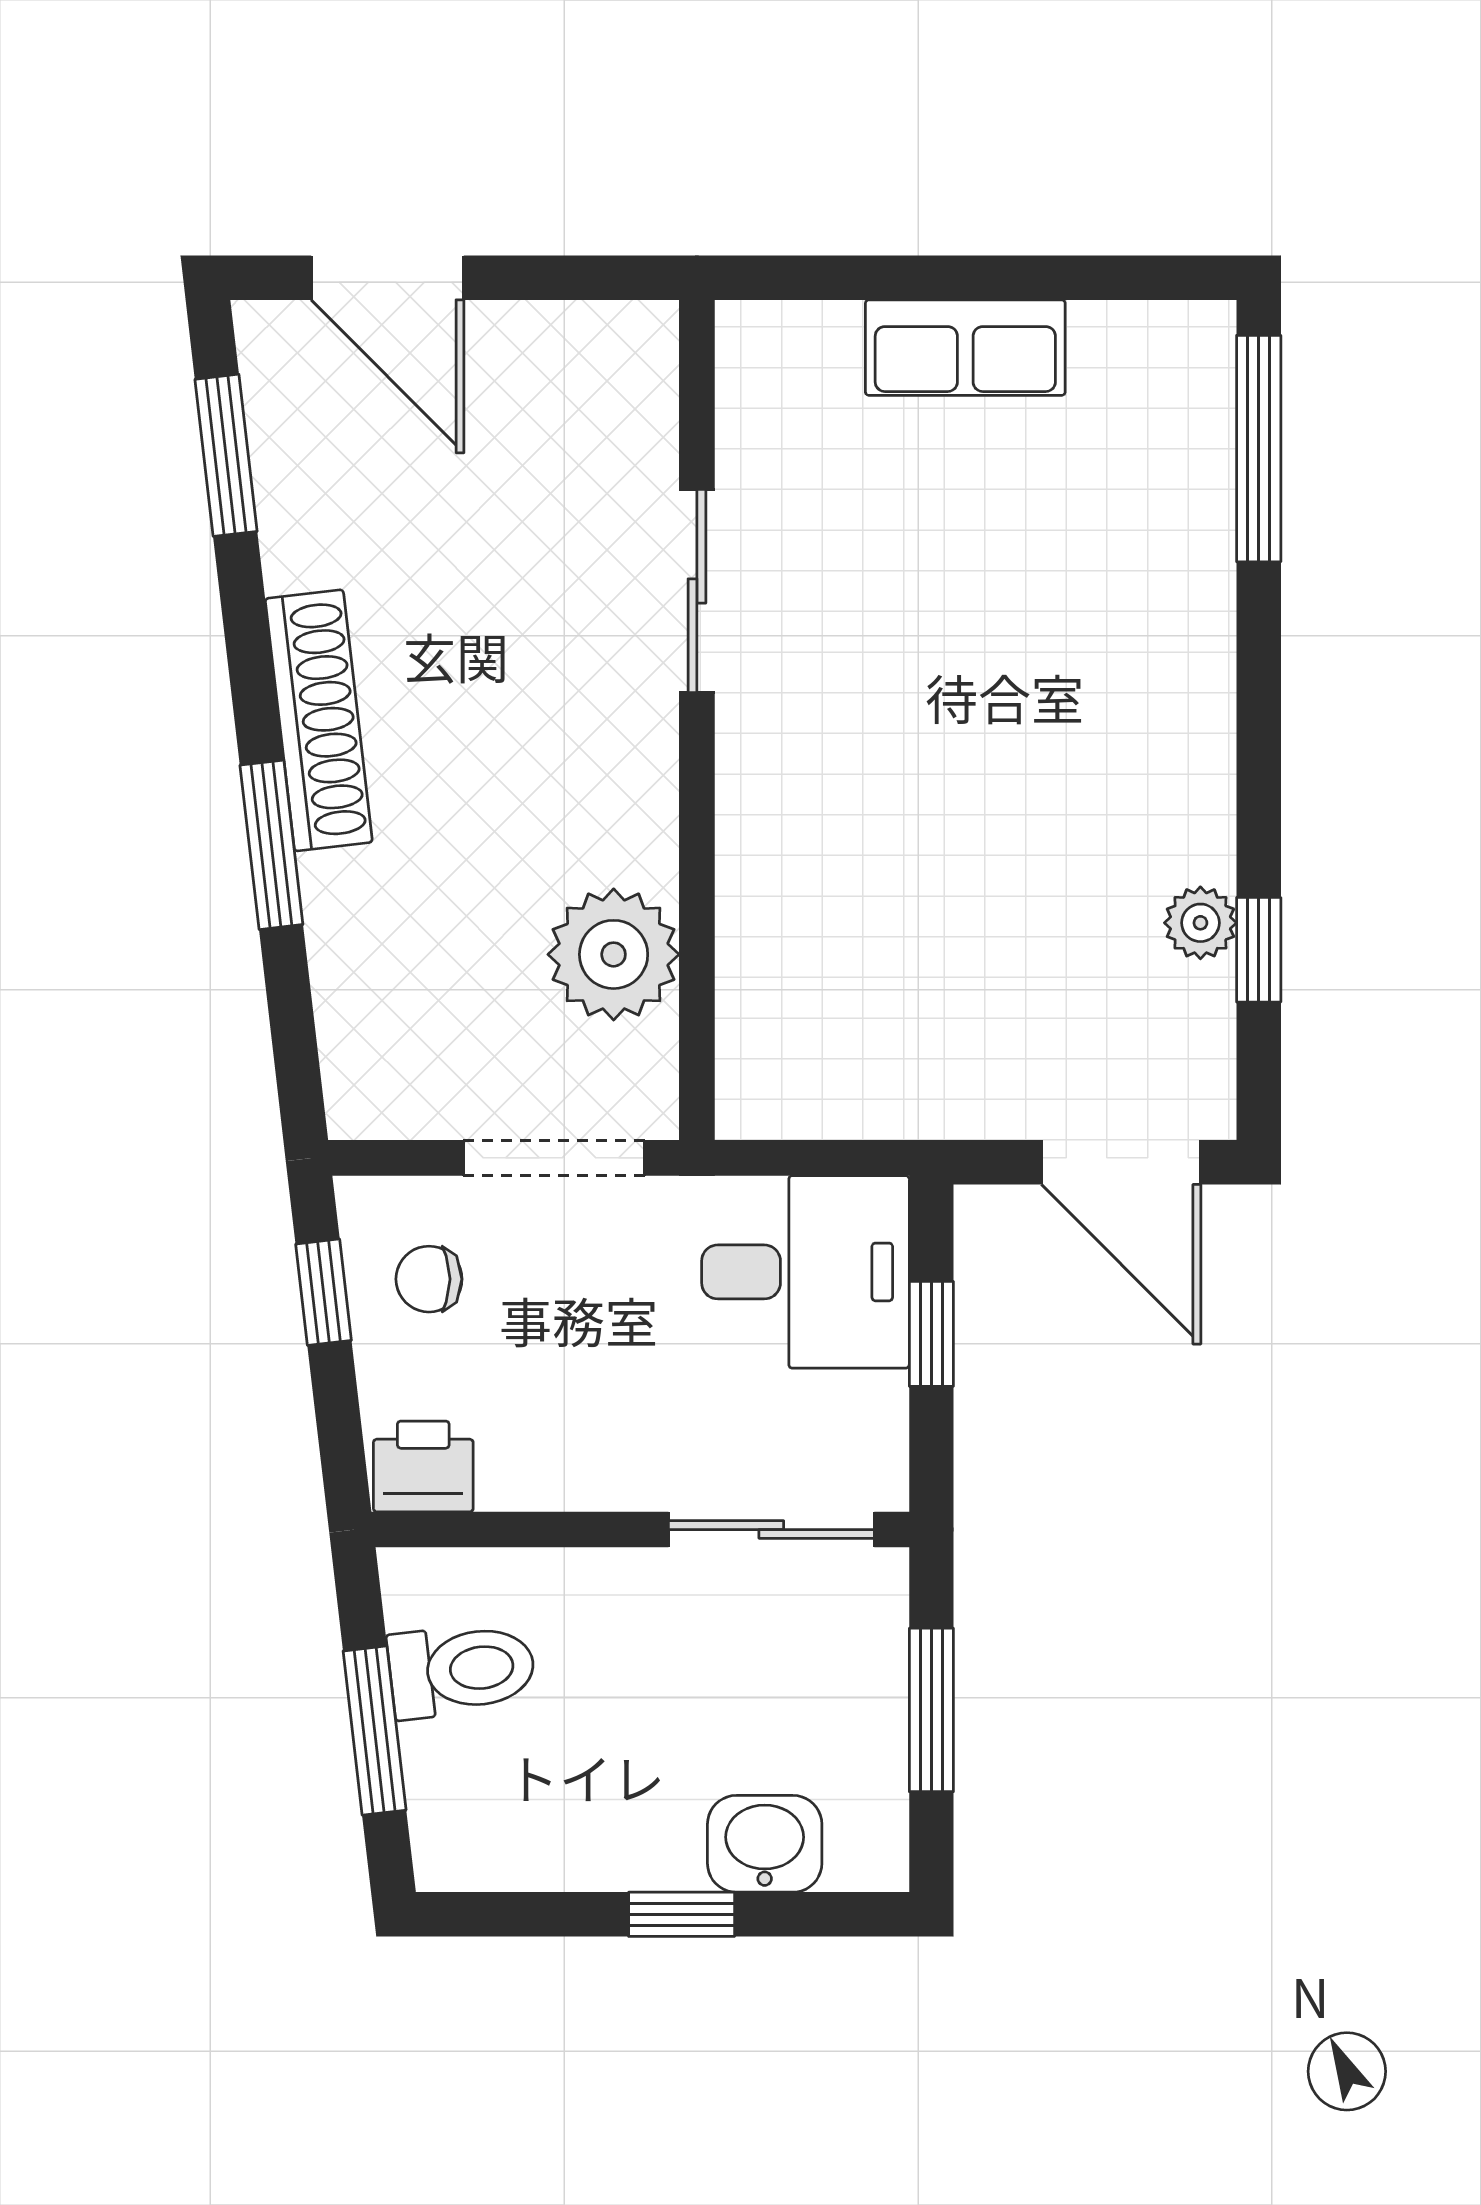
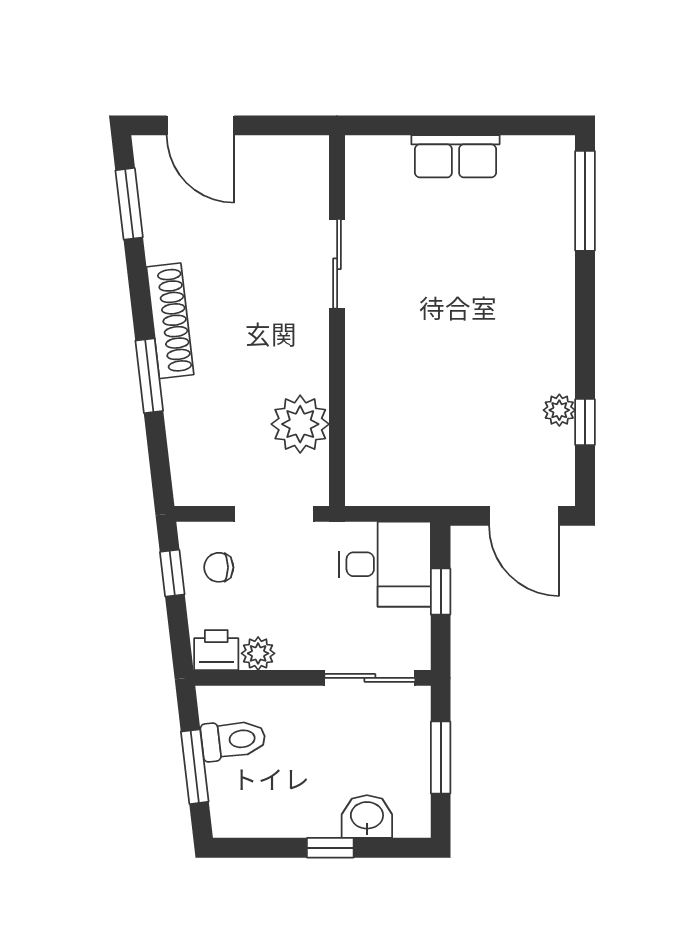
plant: (518, 1474) -> (258, 653), added

